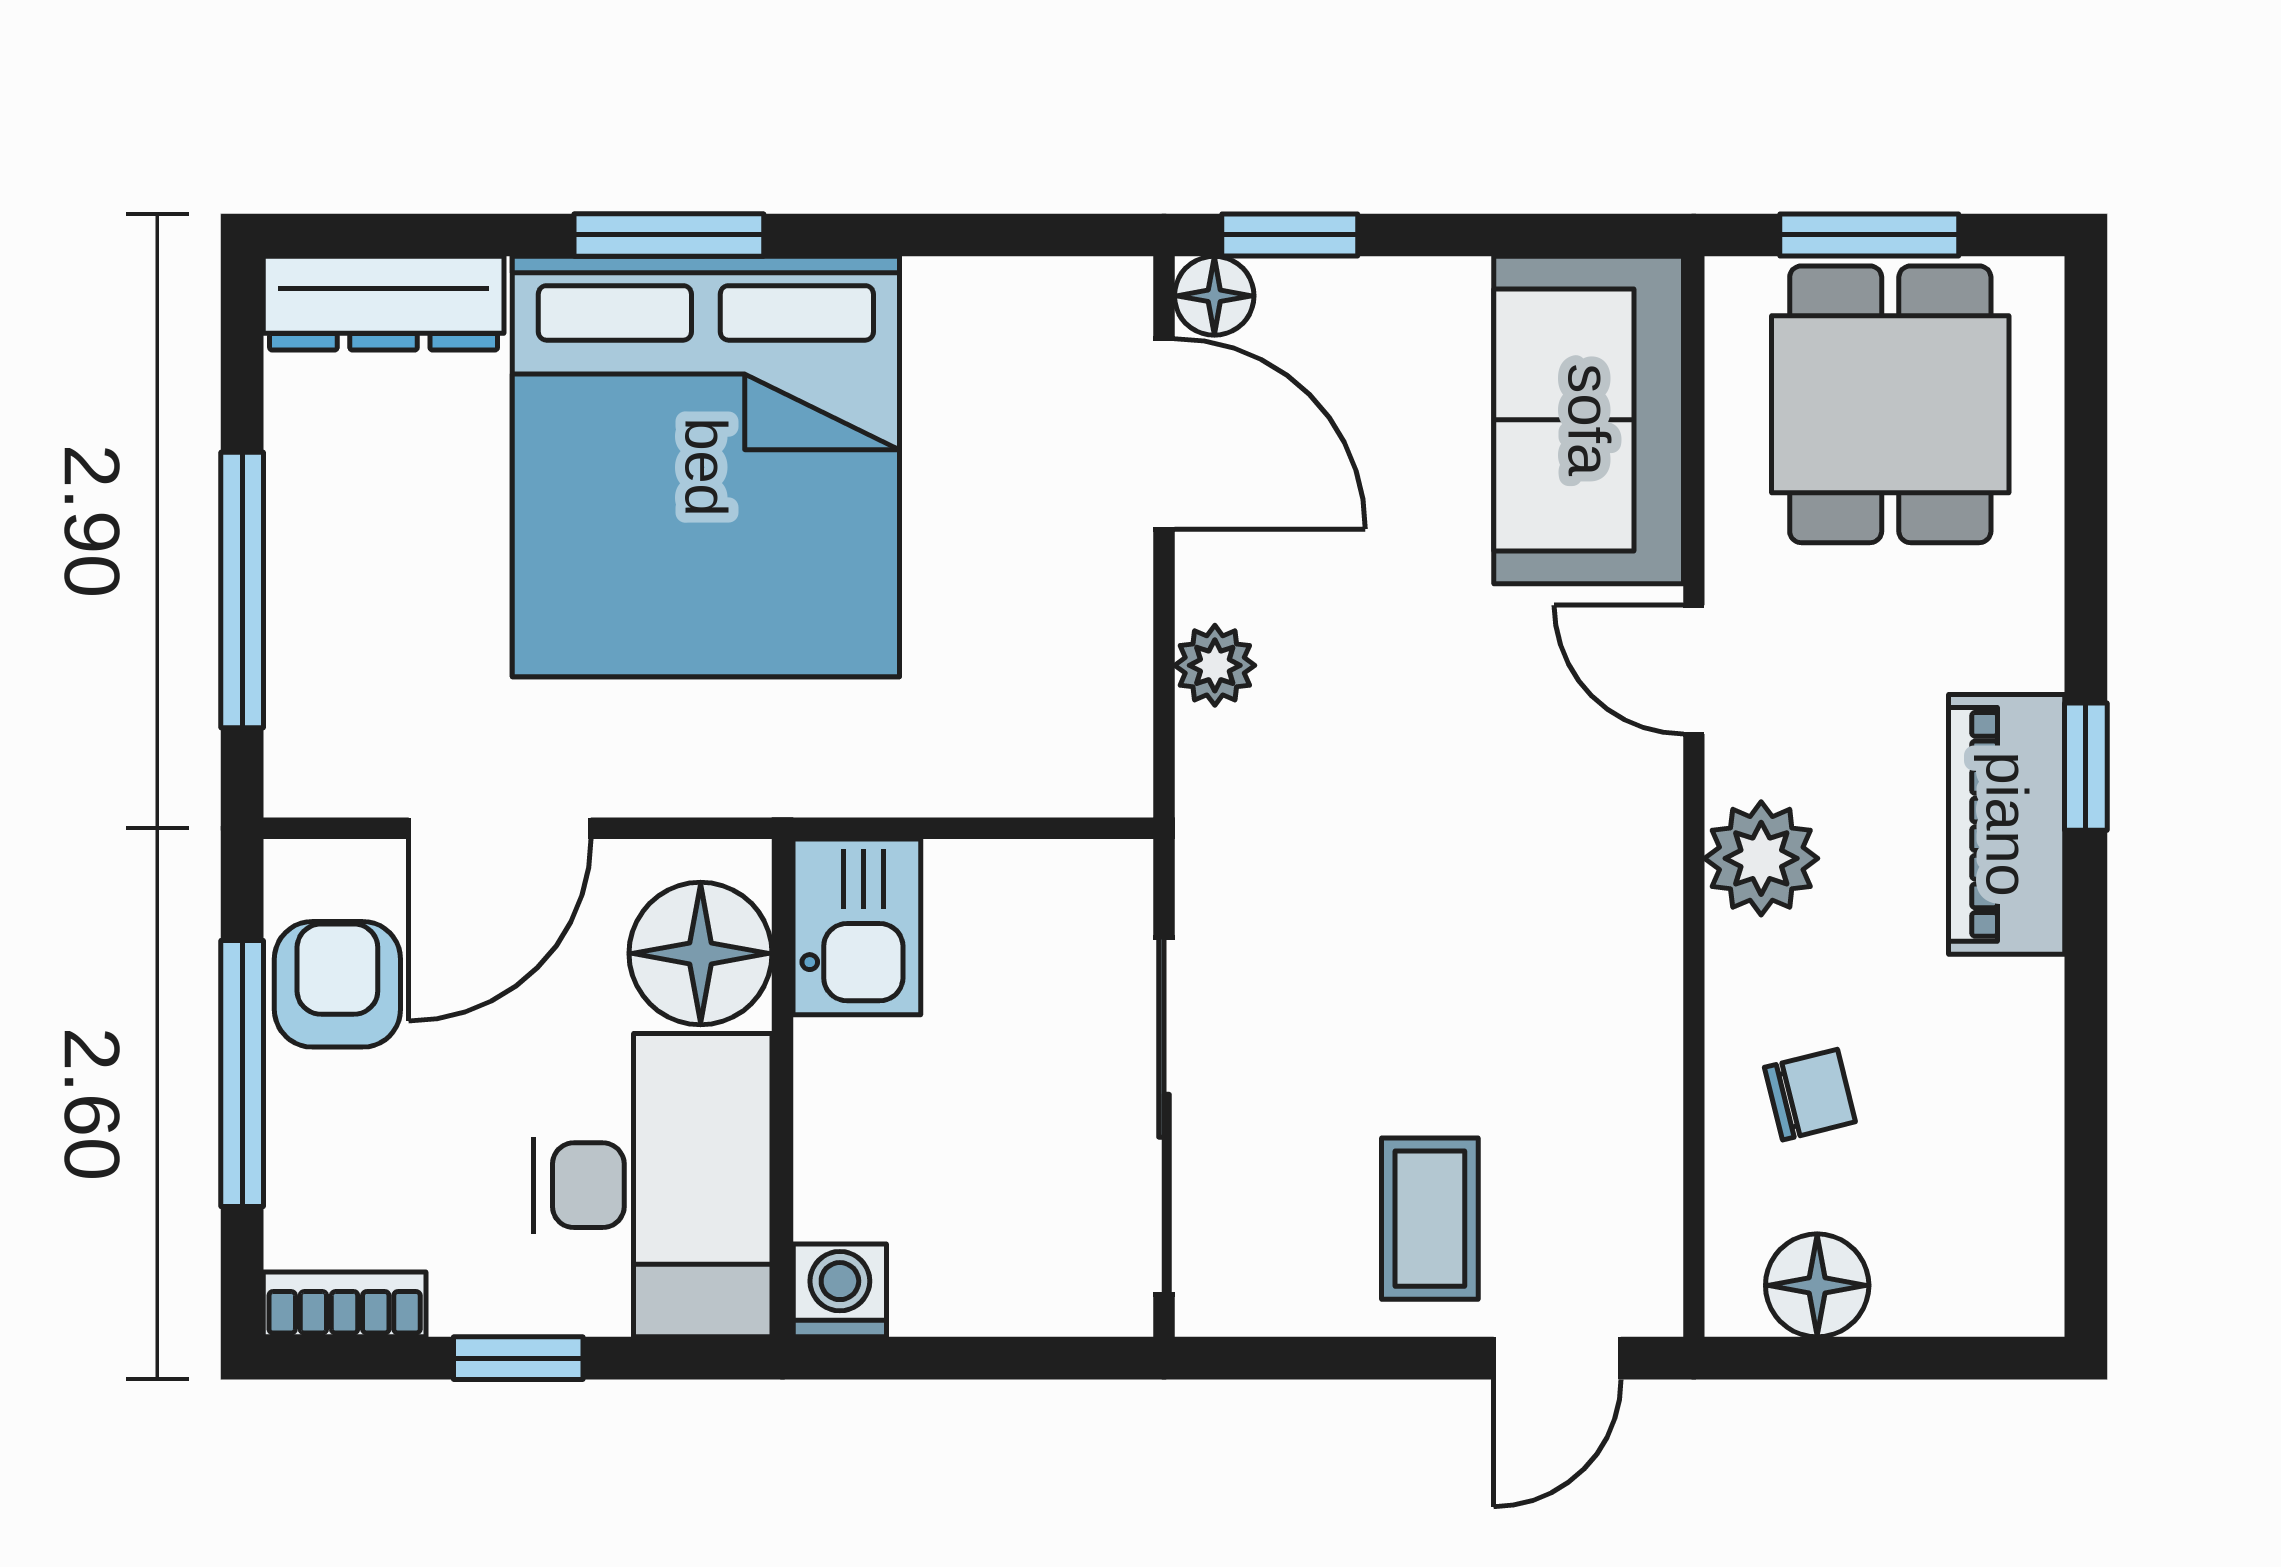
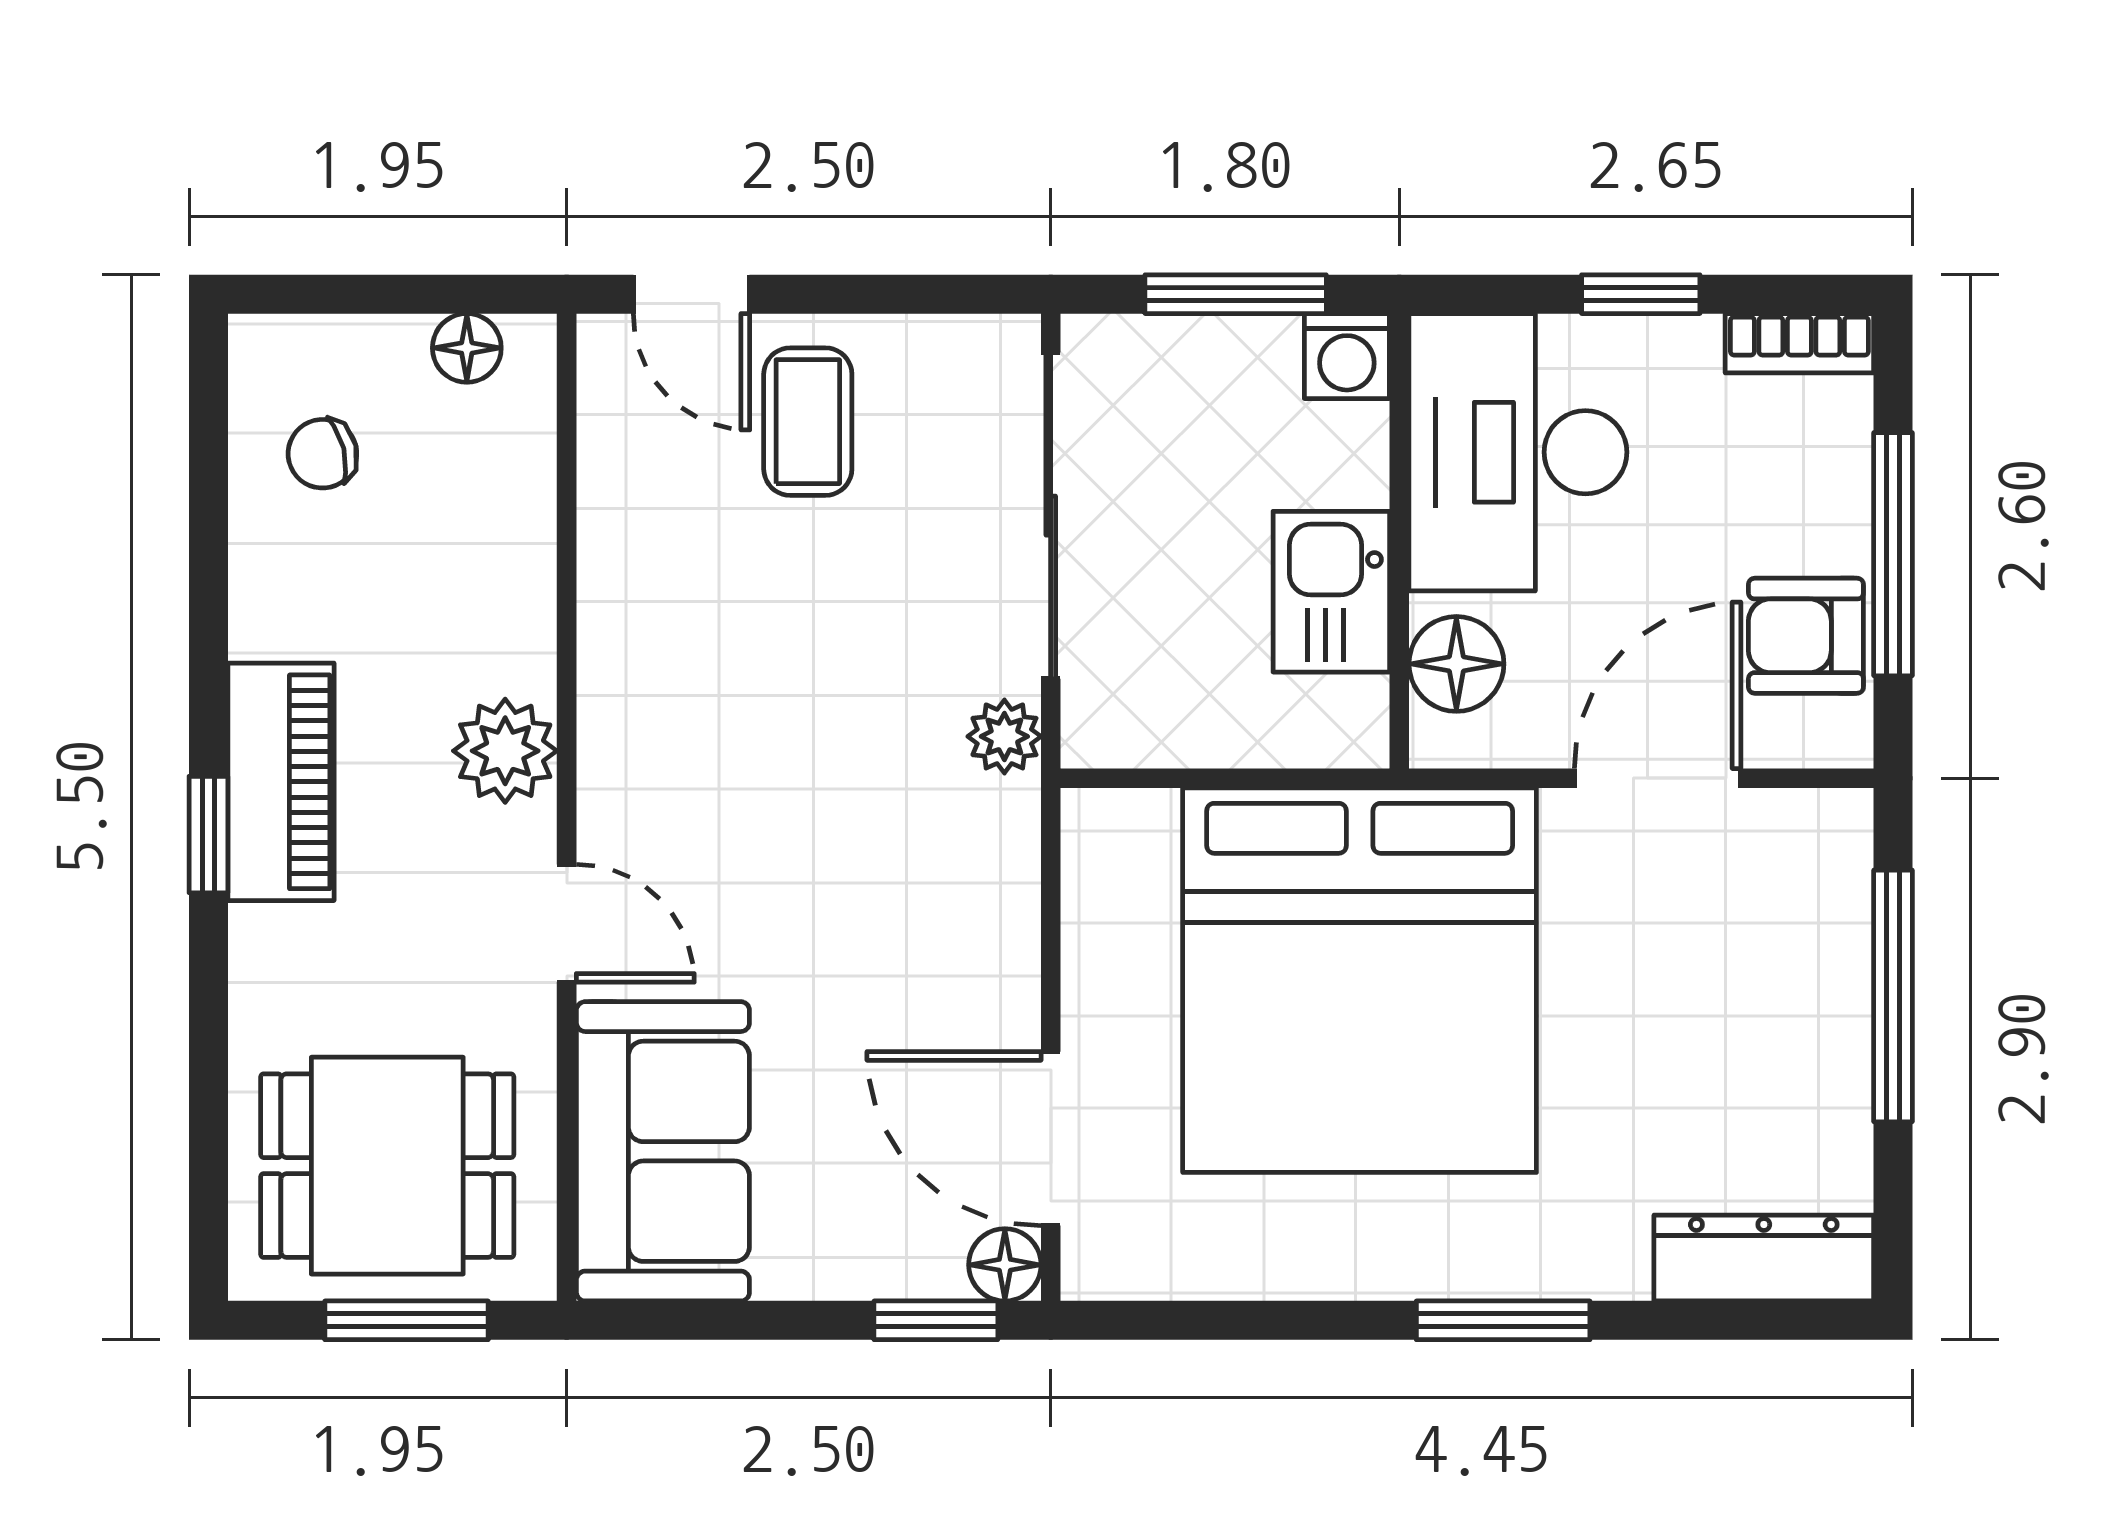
dining table: (1890, 404) -> (387, 1166), turned 90
bed: (706, 467) -> (1360, 980), moved, turned 180
plant: (1215, 665) -> (1004, 736), moved
kitchen sink: (857, 927) -> (1331, 592), moved
floor lamp: (701, 953) -> (1456, 664), width x0.73, depth x0.73
armchair: (337, 984) -> (1806, 636), turned 90
chair: (1810, 1095) -> (322, 454), moved
floor lamp: (1817, 1285) -> (467, 348), width x0.73, depth x0.73
window: (962, 1358) -> (1236, 294), added
door: (1557, 1358) -> (691, 294), swing flipped

